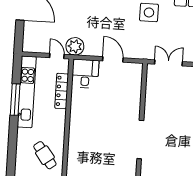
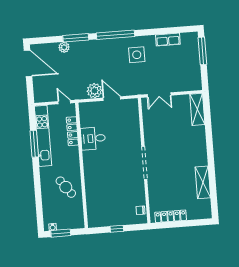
plant: (75, 46) -> (94, 91), moved
double door: (168, 63) -> (159, 95), swing flipped
desk: (85, 74) -> (93, 138), moved, turned -90

